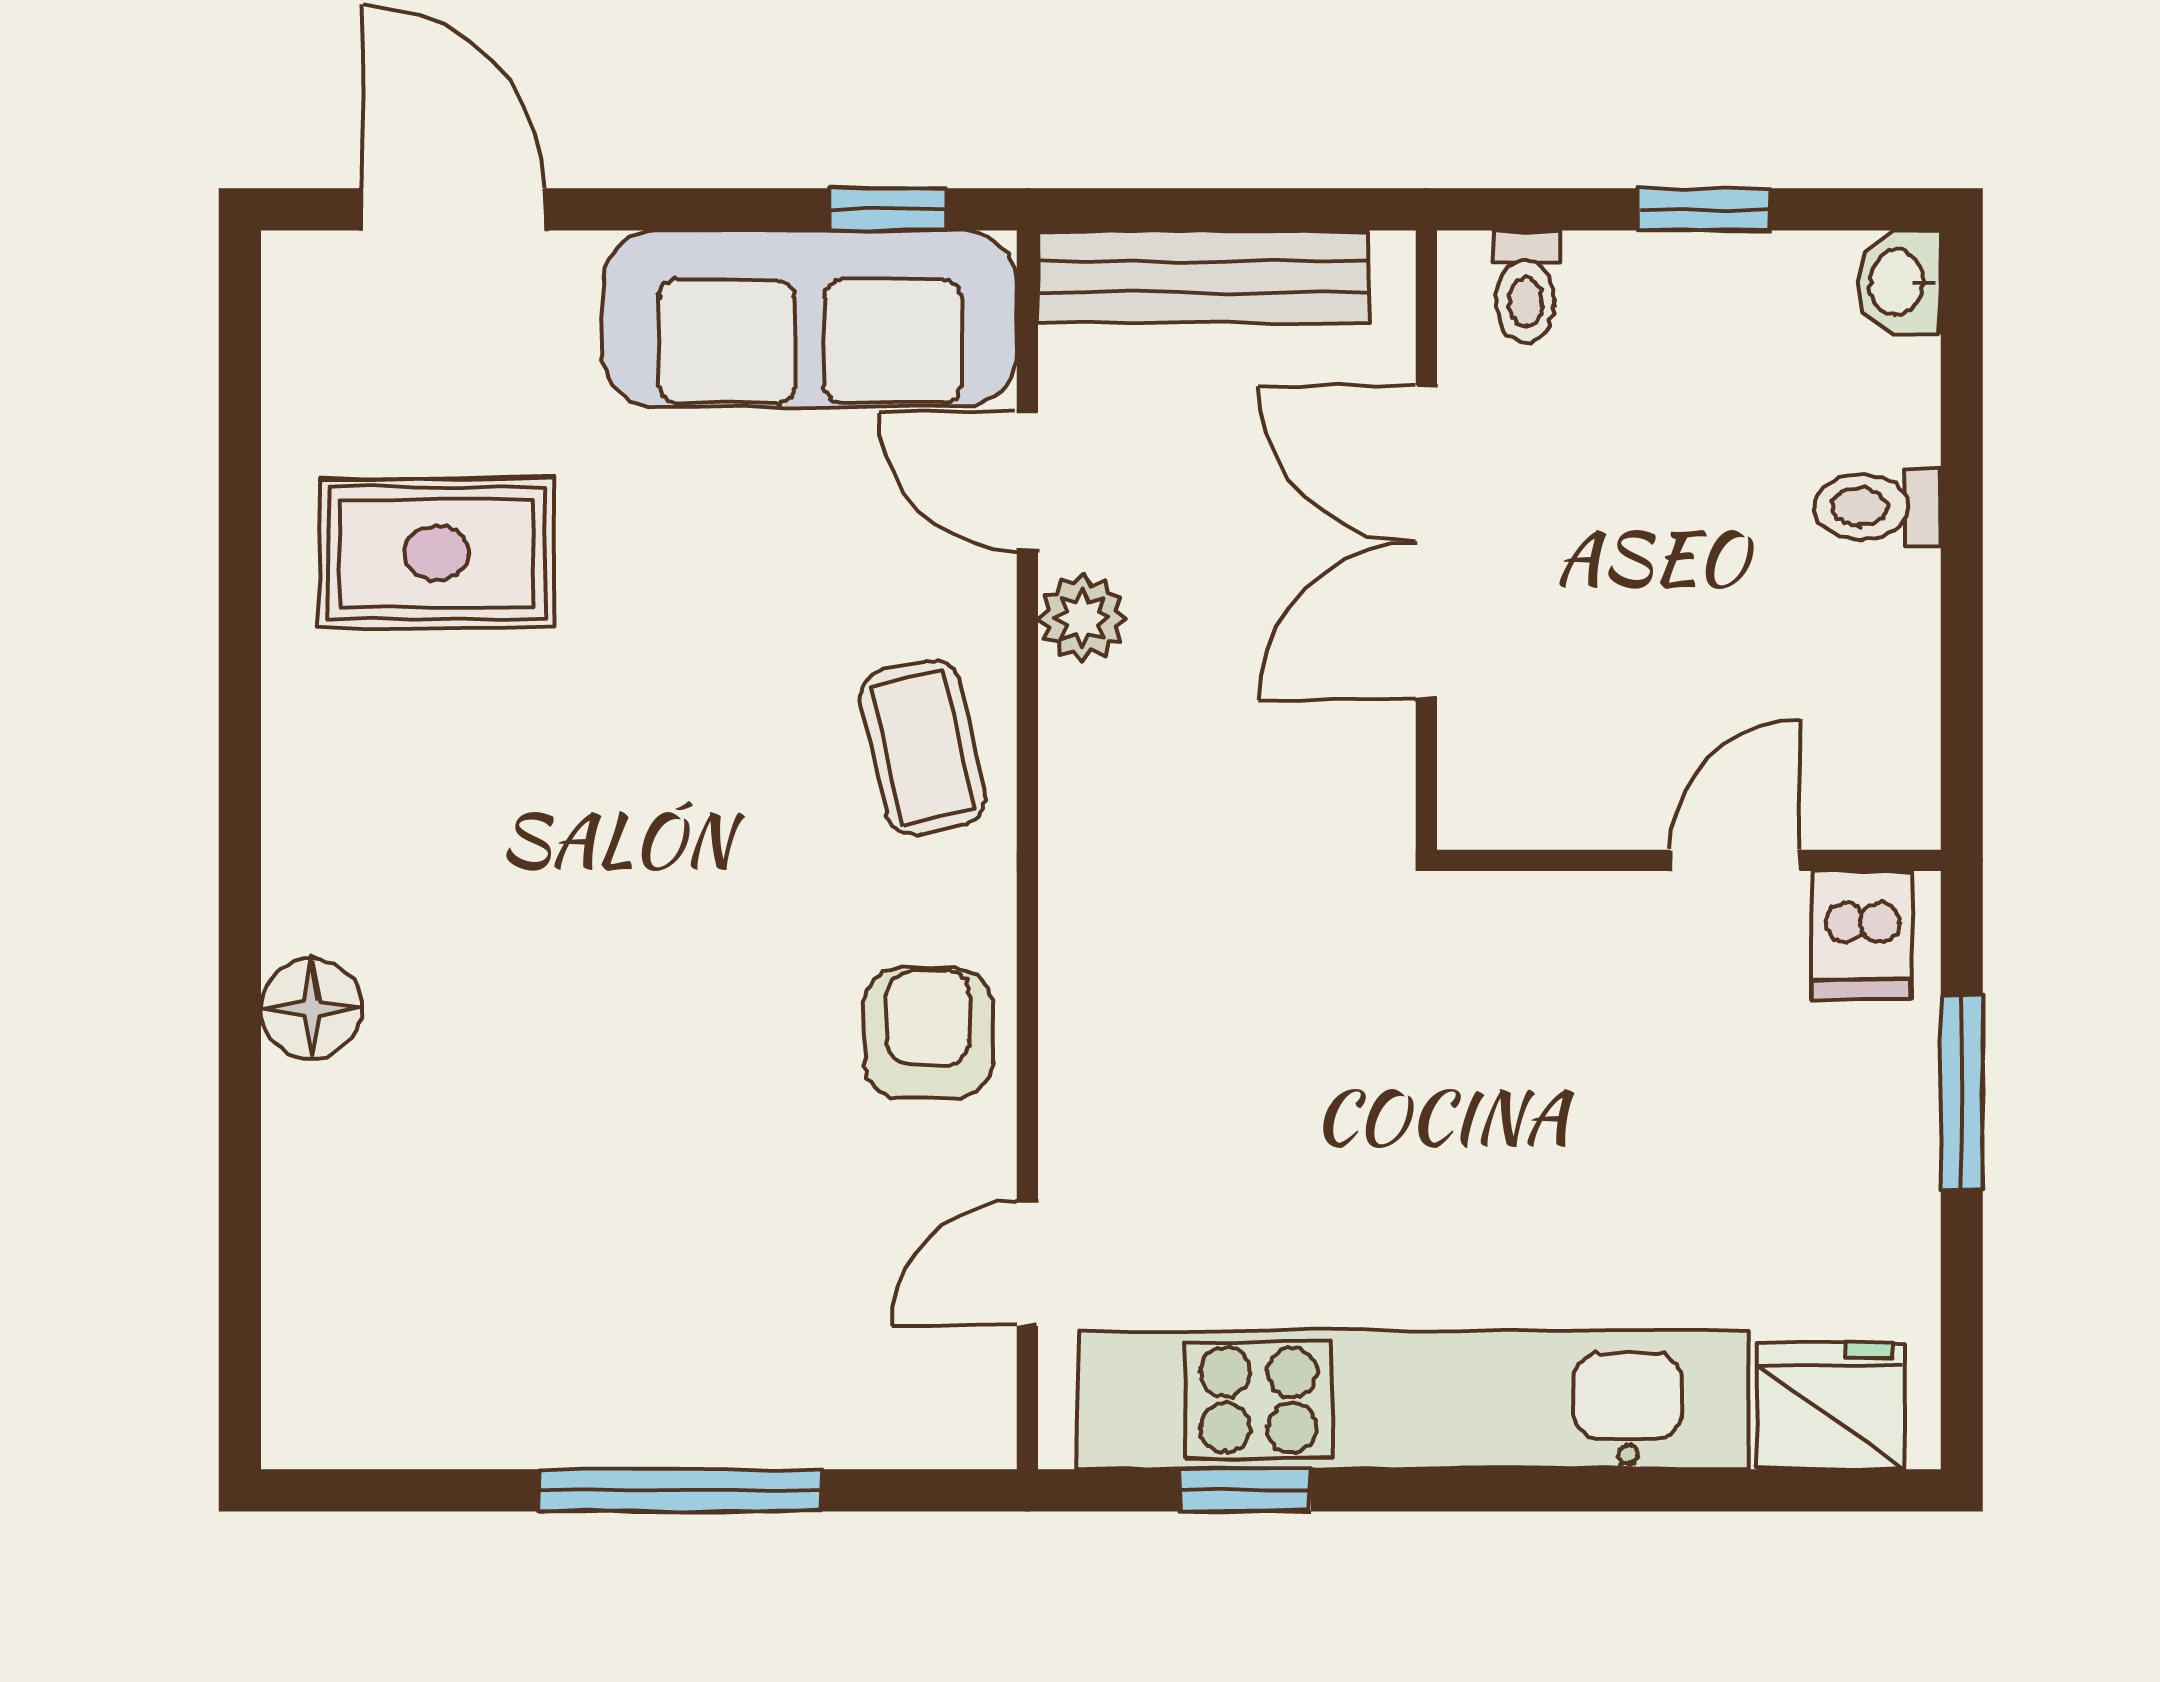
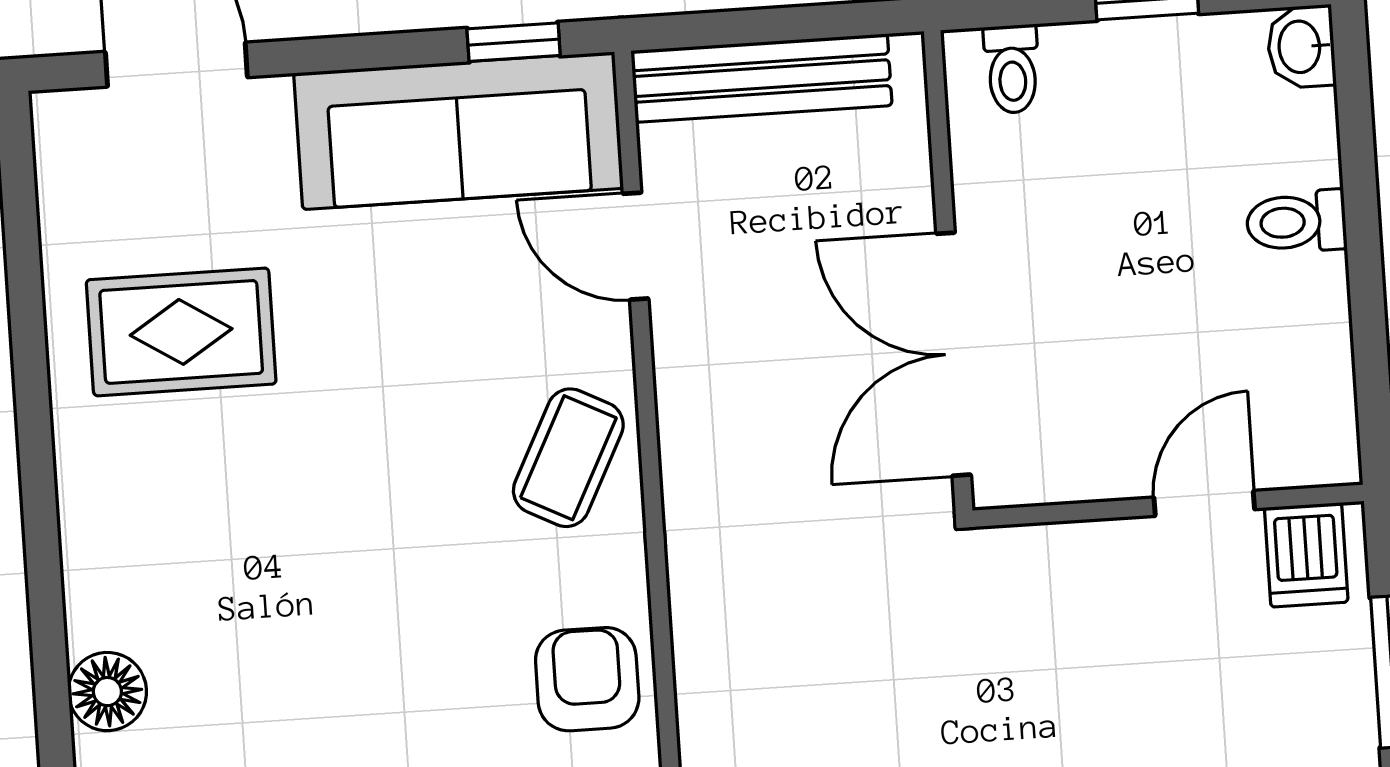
double door: (1426, 542) -> (954, 354), moved
plant: (1083, 618) -> (686, 349), removed
coffee table: (923, 748) -> (568, 458), turned 40

